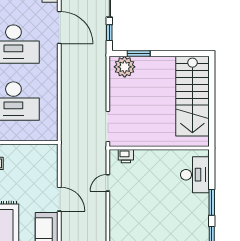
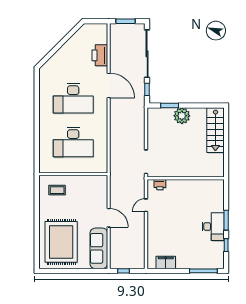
plant: (125, 67) -> (182, 116), moved
stairs: (192, 96) -> (215, 130), width x0.73, depth x0.66
desk: (195, 175) -> (213, 227), moved

